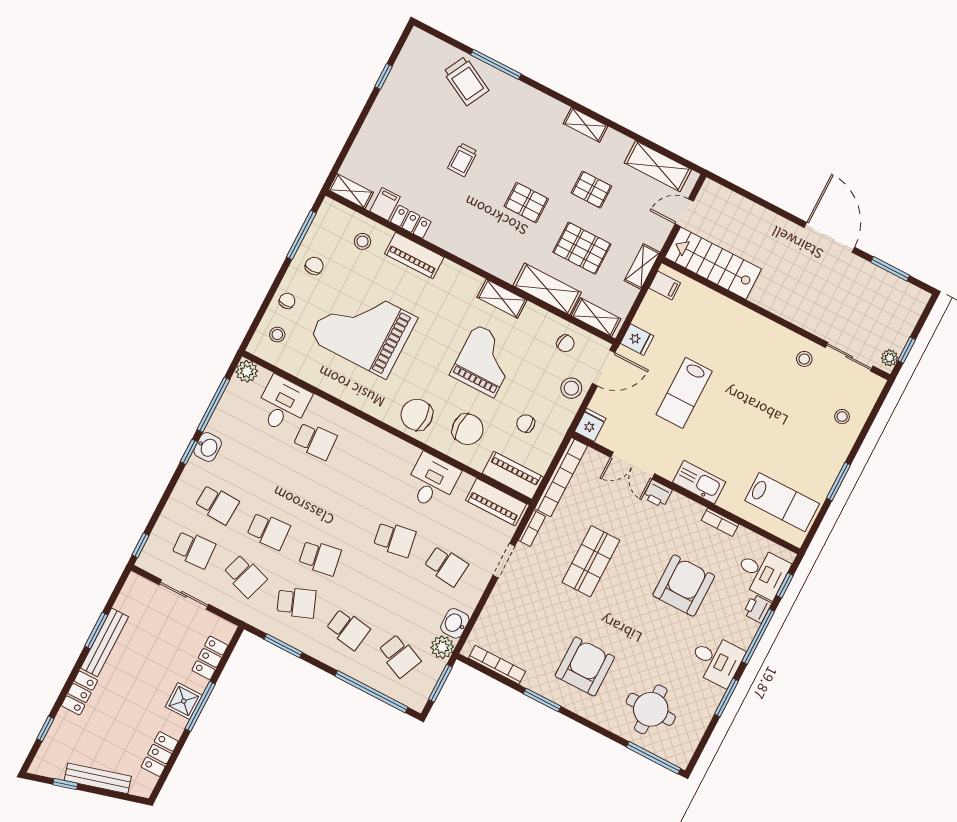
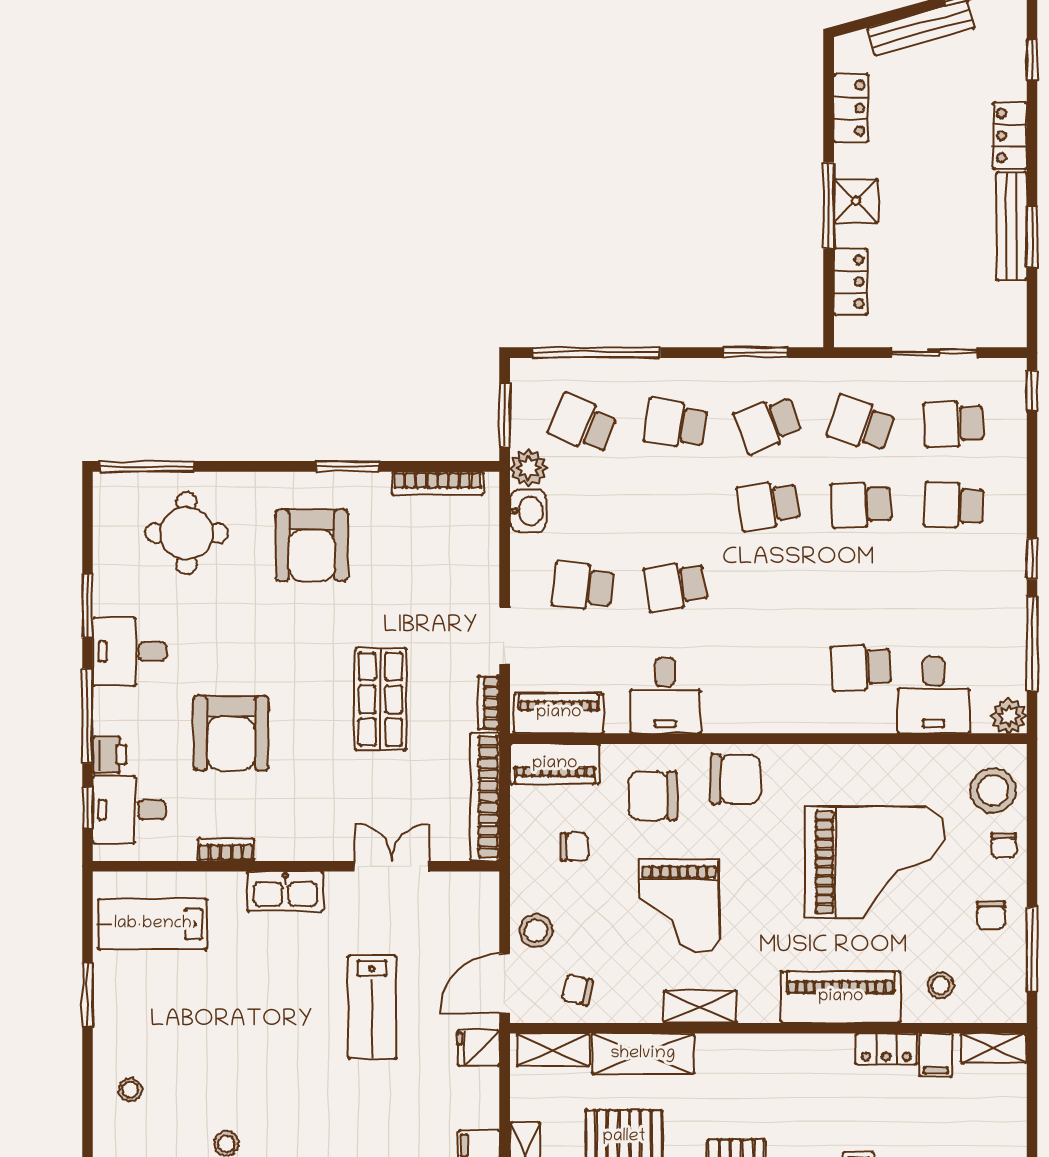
piano: (414, 256) -> (841, 997), width x1.37, depth x1.33
stool: (277, 335) -> (993, 790), width x1.89, depth x1.89
lab bench: (684, 393) -> (372, 1007), turned 180
fridge: (590, 425) -> (482, 892), removed
washbasin: (208, 447) -> (1009, 579), removed
printer: (658, 494) -> (336, 844), removed

